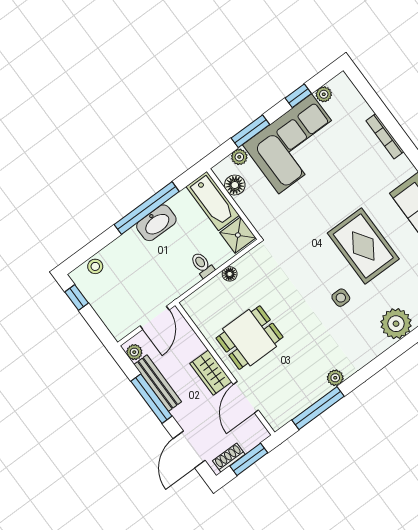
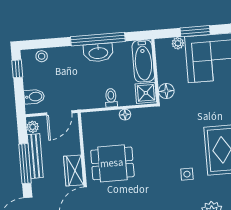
floor lamp: (235, 185) -> (166, 91), moved
bidet: (115, 317) -> (34, 97), added

